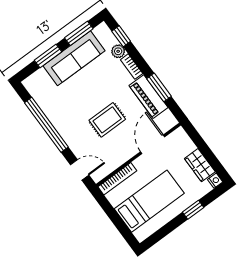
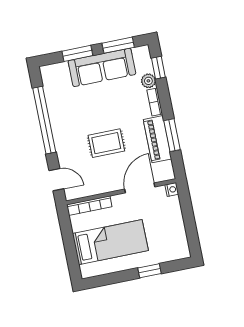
wardrobe: (200, 165) -> (177, 230), removed
nightstand: (215, 181) -> (172, 190), moved

